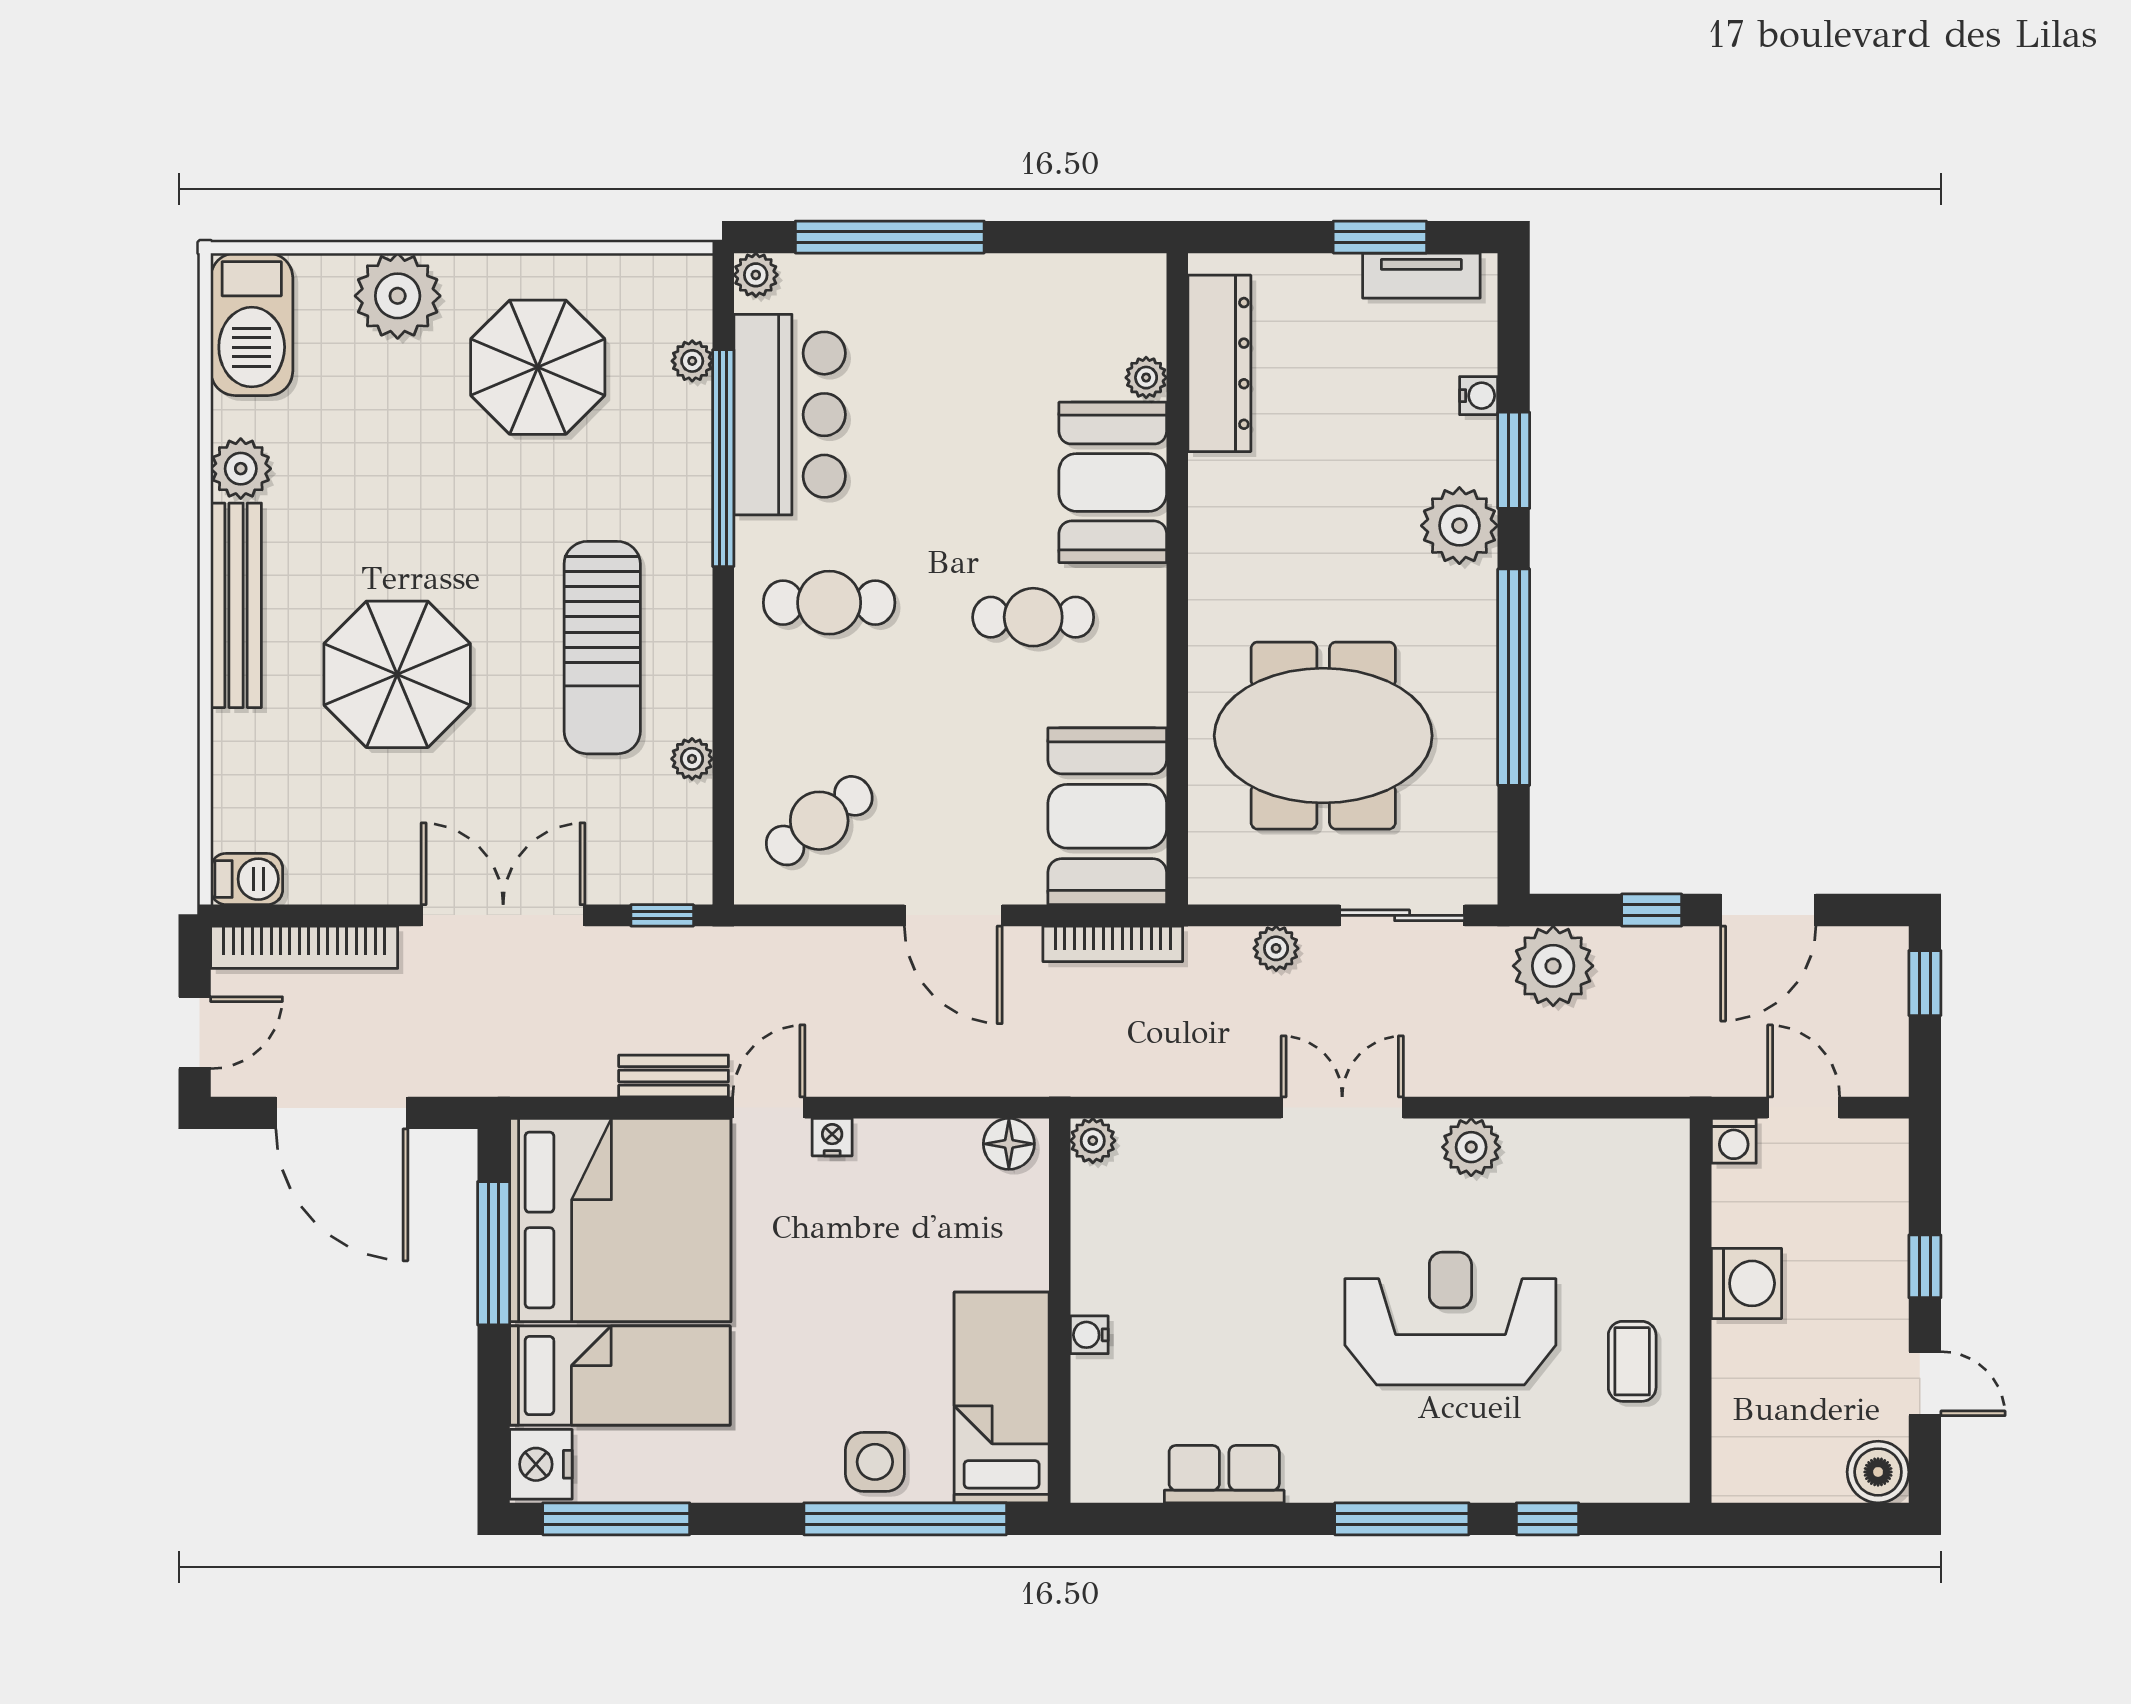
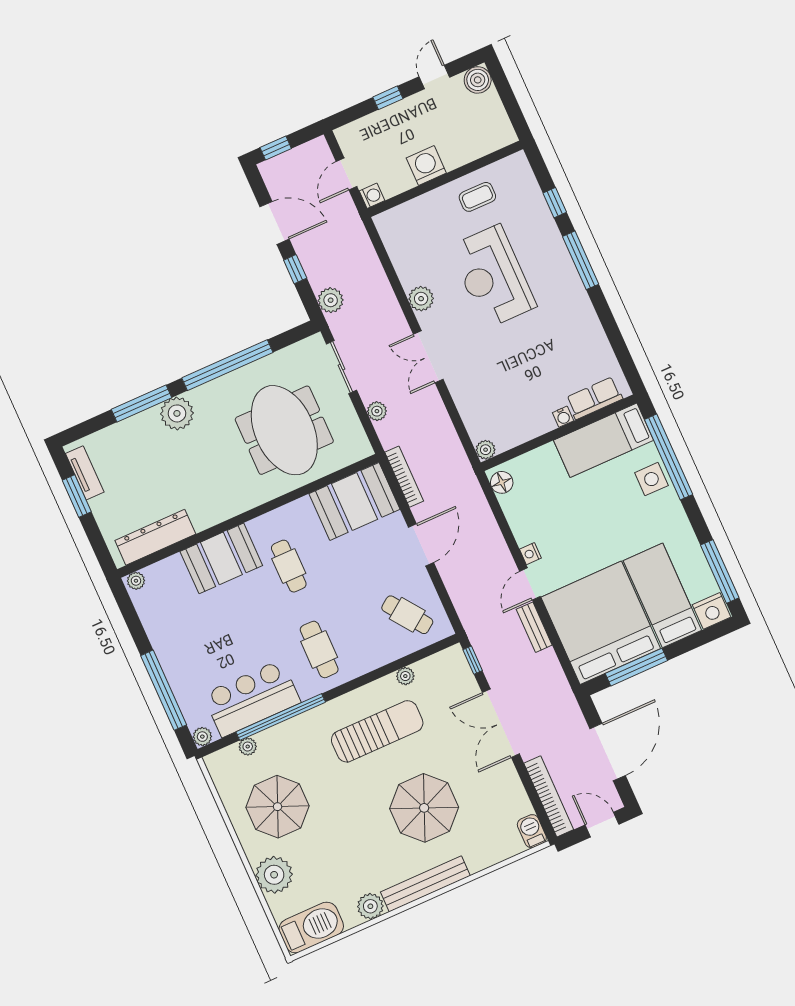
plant: (1146, 378) -> (136, 581), moved
water cooler: (1479, 396) -> (122, 429), removed
window: (1514, 460) -> (141, 404), width x1.44
plant: (1553, 966) -> (331, 300), width x0.73, depth x0.73
door: (769, 1108) -> (530, 584), hinge flipped
row of seats: (1224, 1474) -> (594, 398), moved, turned 90

